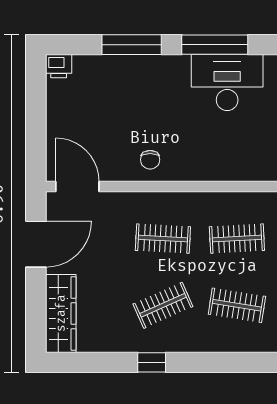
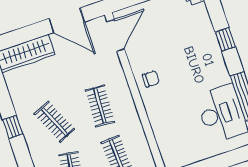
window: (132, 45) -> (225, 39), width x0.46
chair: (150, 160) -> (151, 79), turned 180

